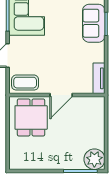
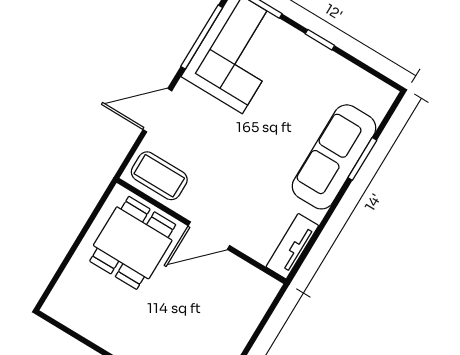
sofa: (94, 23) -> (334, 157), width x1.36

